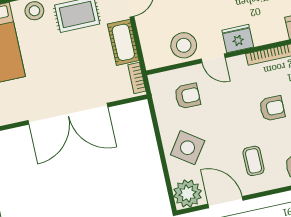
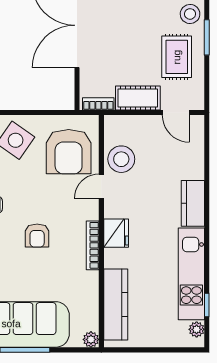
fridge: (238, 39) -> (116, 233), moved
armchair: (187, 96) -> (69, 152), width x1.88, depth x1.88

